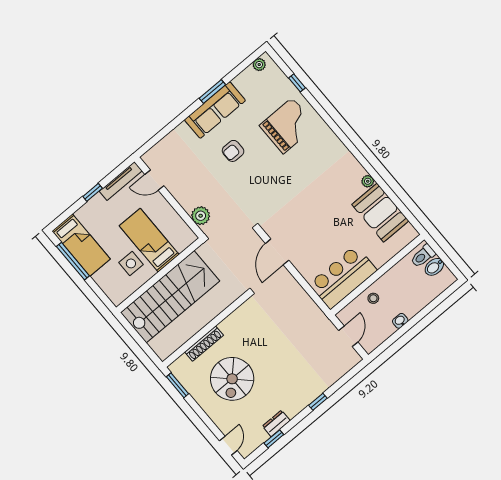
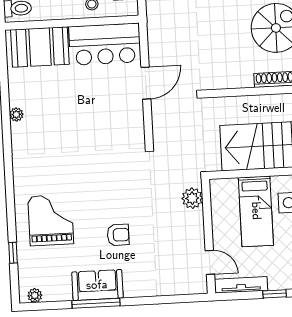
window: (212, 92) -> (96, 303), width x1.44
sofa: (215, 110) -> (97, 285), width x0.73
grand piano: (288, 126) -> (51, 220), turned 90
booth: (380, 213) -> (40, 47), moved, turned 90
door: (277, 252) -> (146, 83), moved

